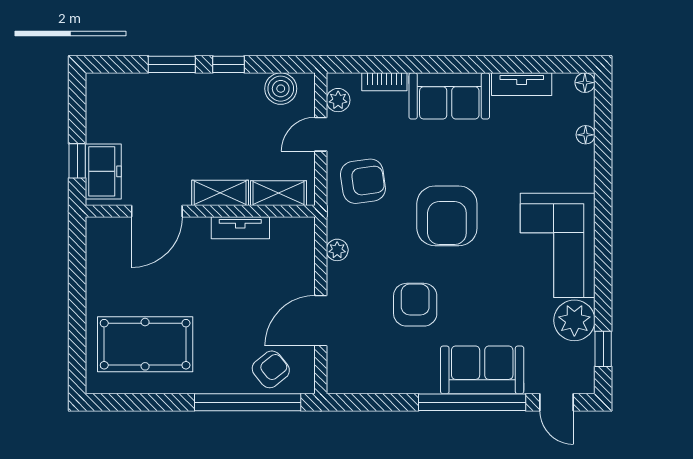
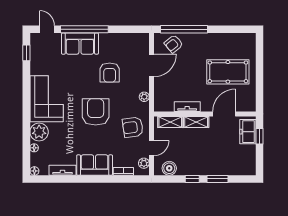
plant: (574, 320) -> (39, 132), moved
pool table: (145, 344) -> (228, 72), moved

